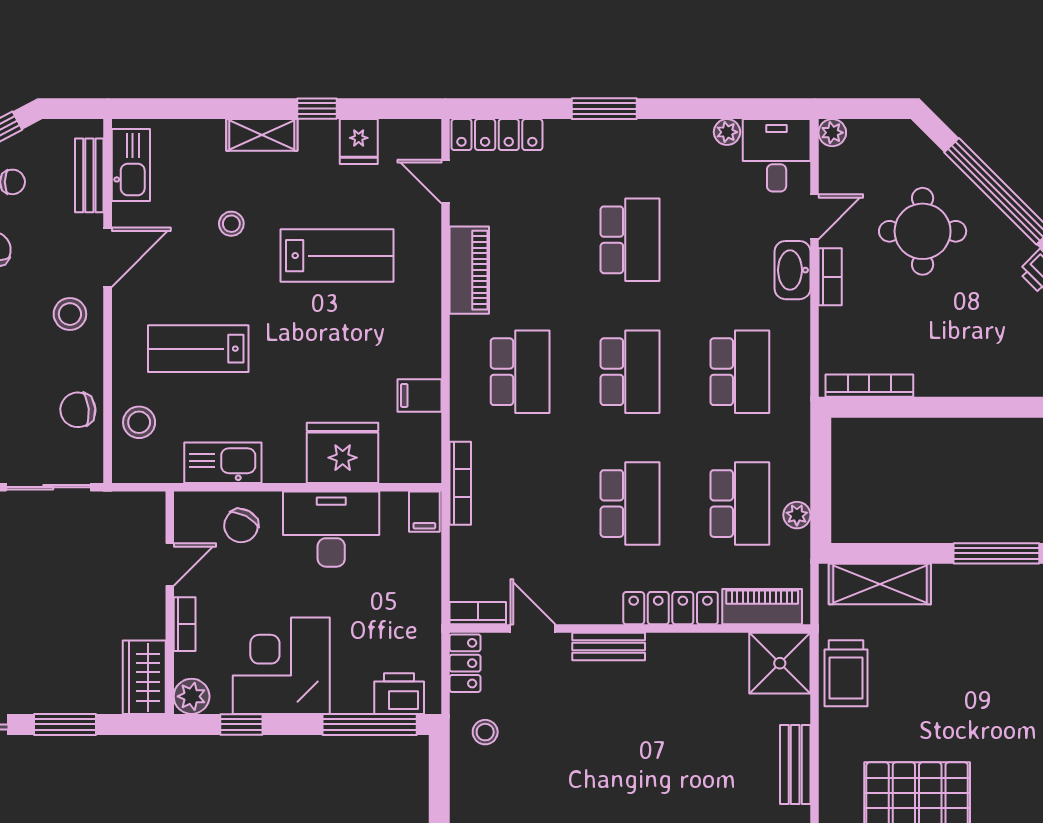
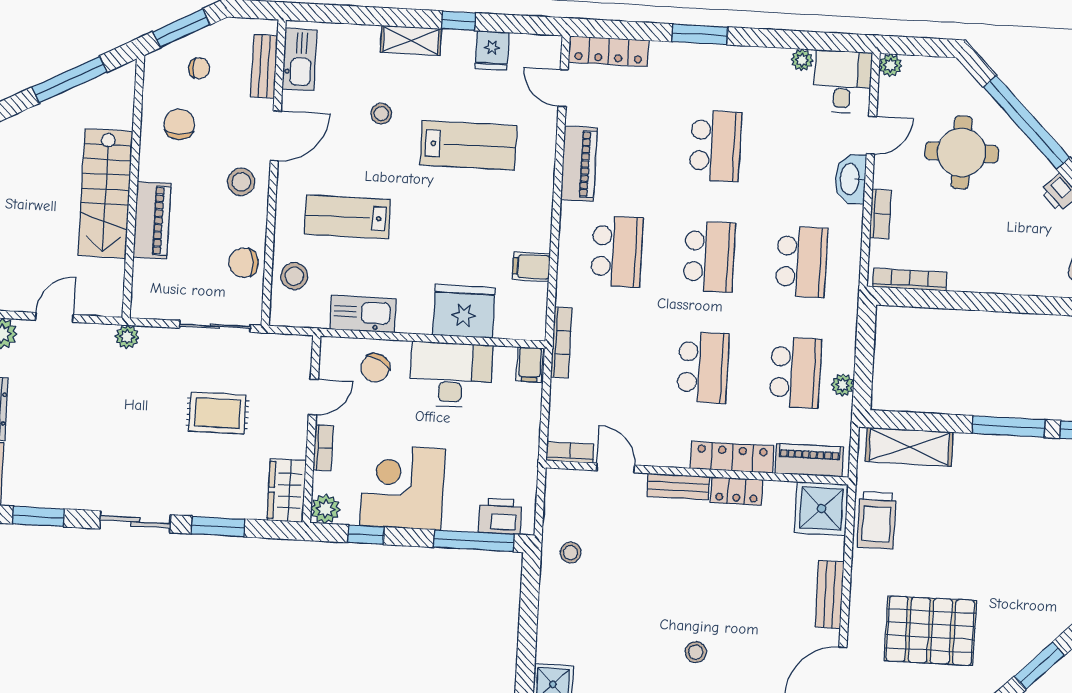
bookcase: (830, 277) -> (880, 214), moved
rug: (57, 590) -> (218, 413), added
locker: (465, 663) -> (737, 491), moved, turned 90

